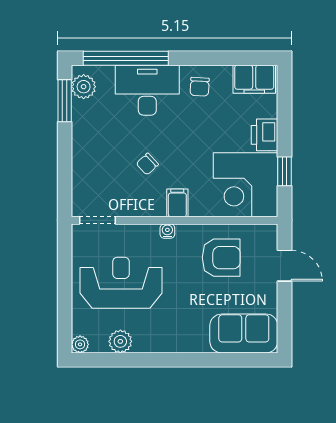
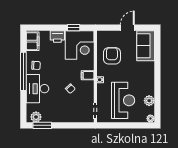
window: (126, 58) -> (23, 71), moved
door: (284, 266) -> (127, 28), moved
reception desk: (121, 283) -> (123, 100), turned 180

